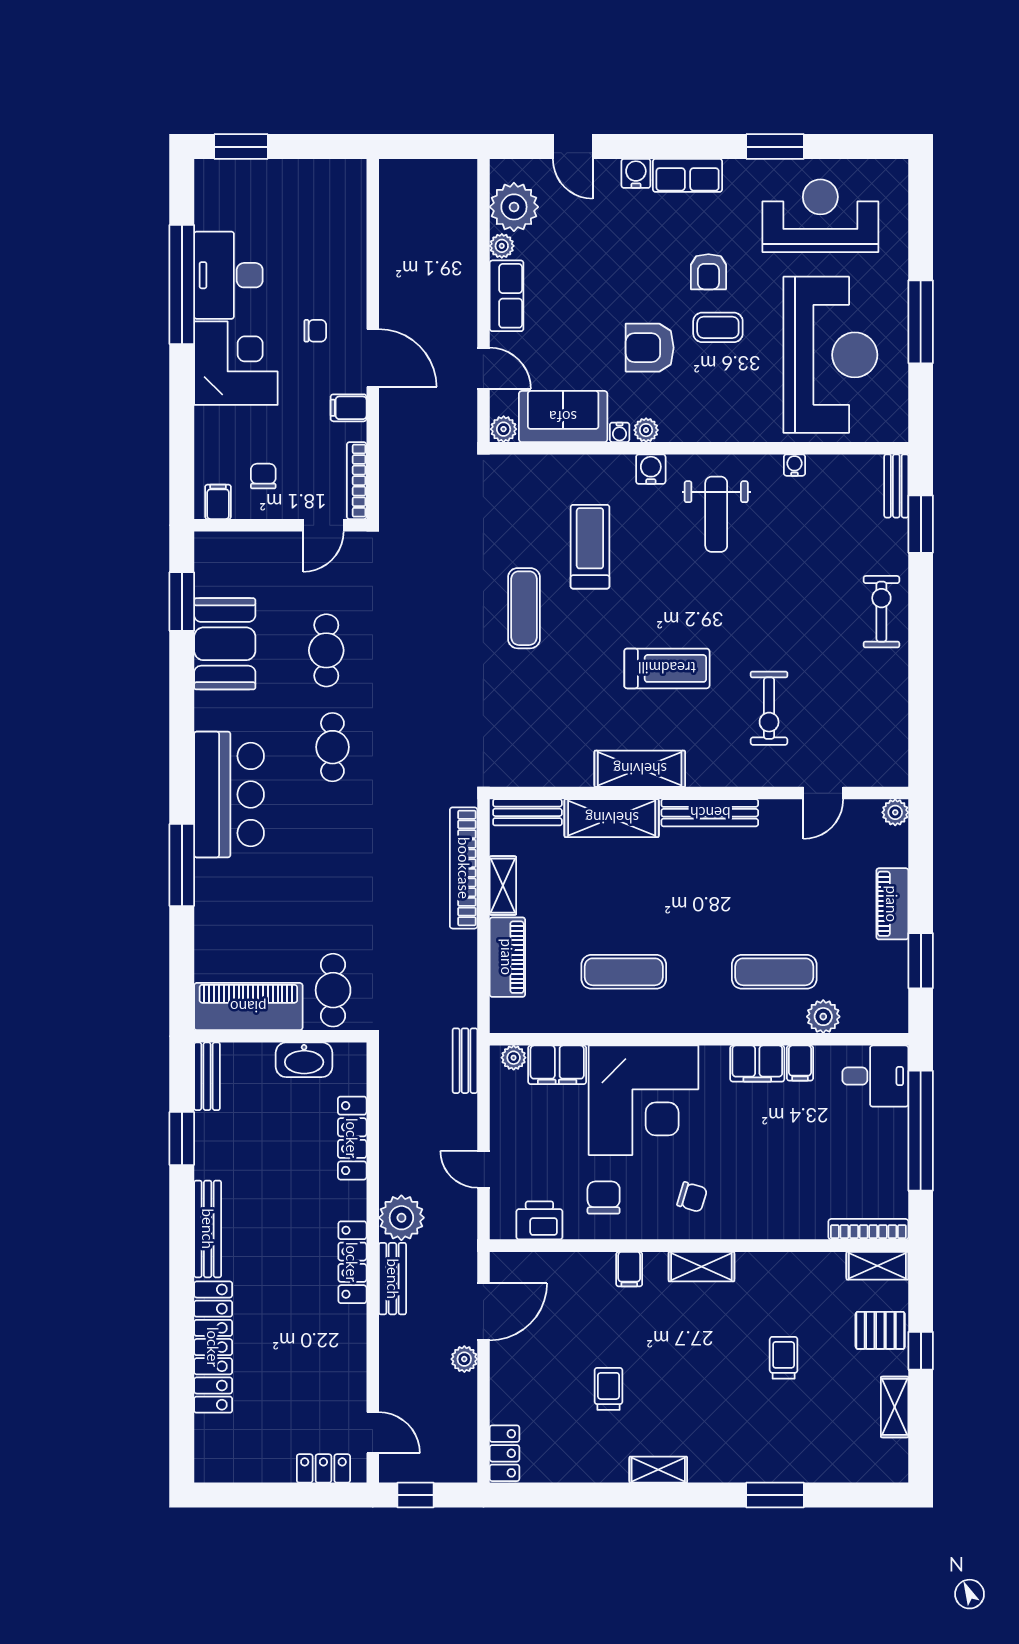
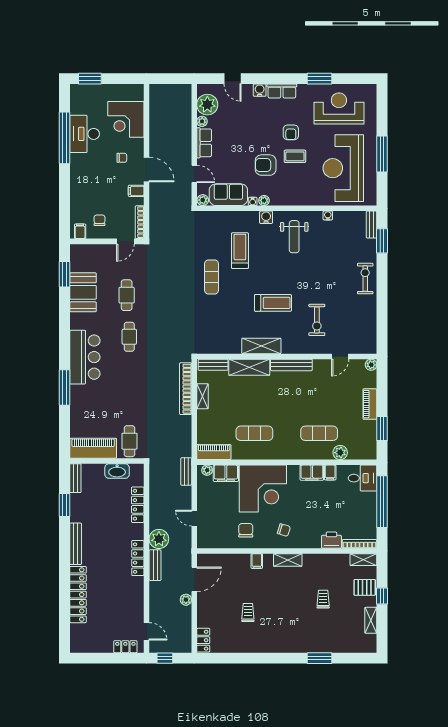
reception desk: (830, 355) -> (343, 168), turned 180
corner desk: (236, 363) -> (126, 119), moved, turned 180
piano: (507, 957) -> (214, 452), moved, turned -90
printer: (539, 1220) -> (331, 540), moved
shelving: (658, 1470) -> (269, 647), removed

